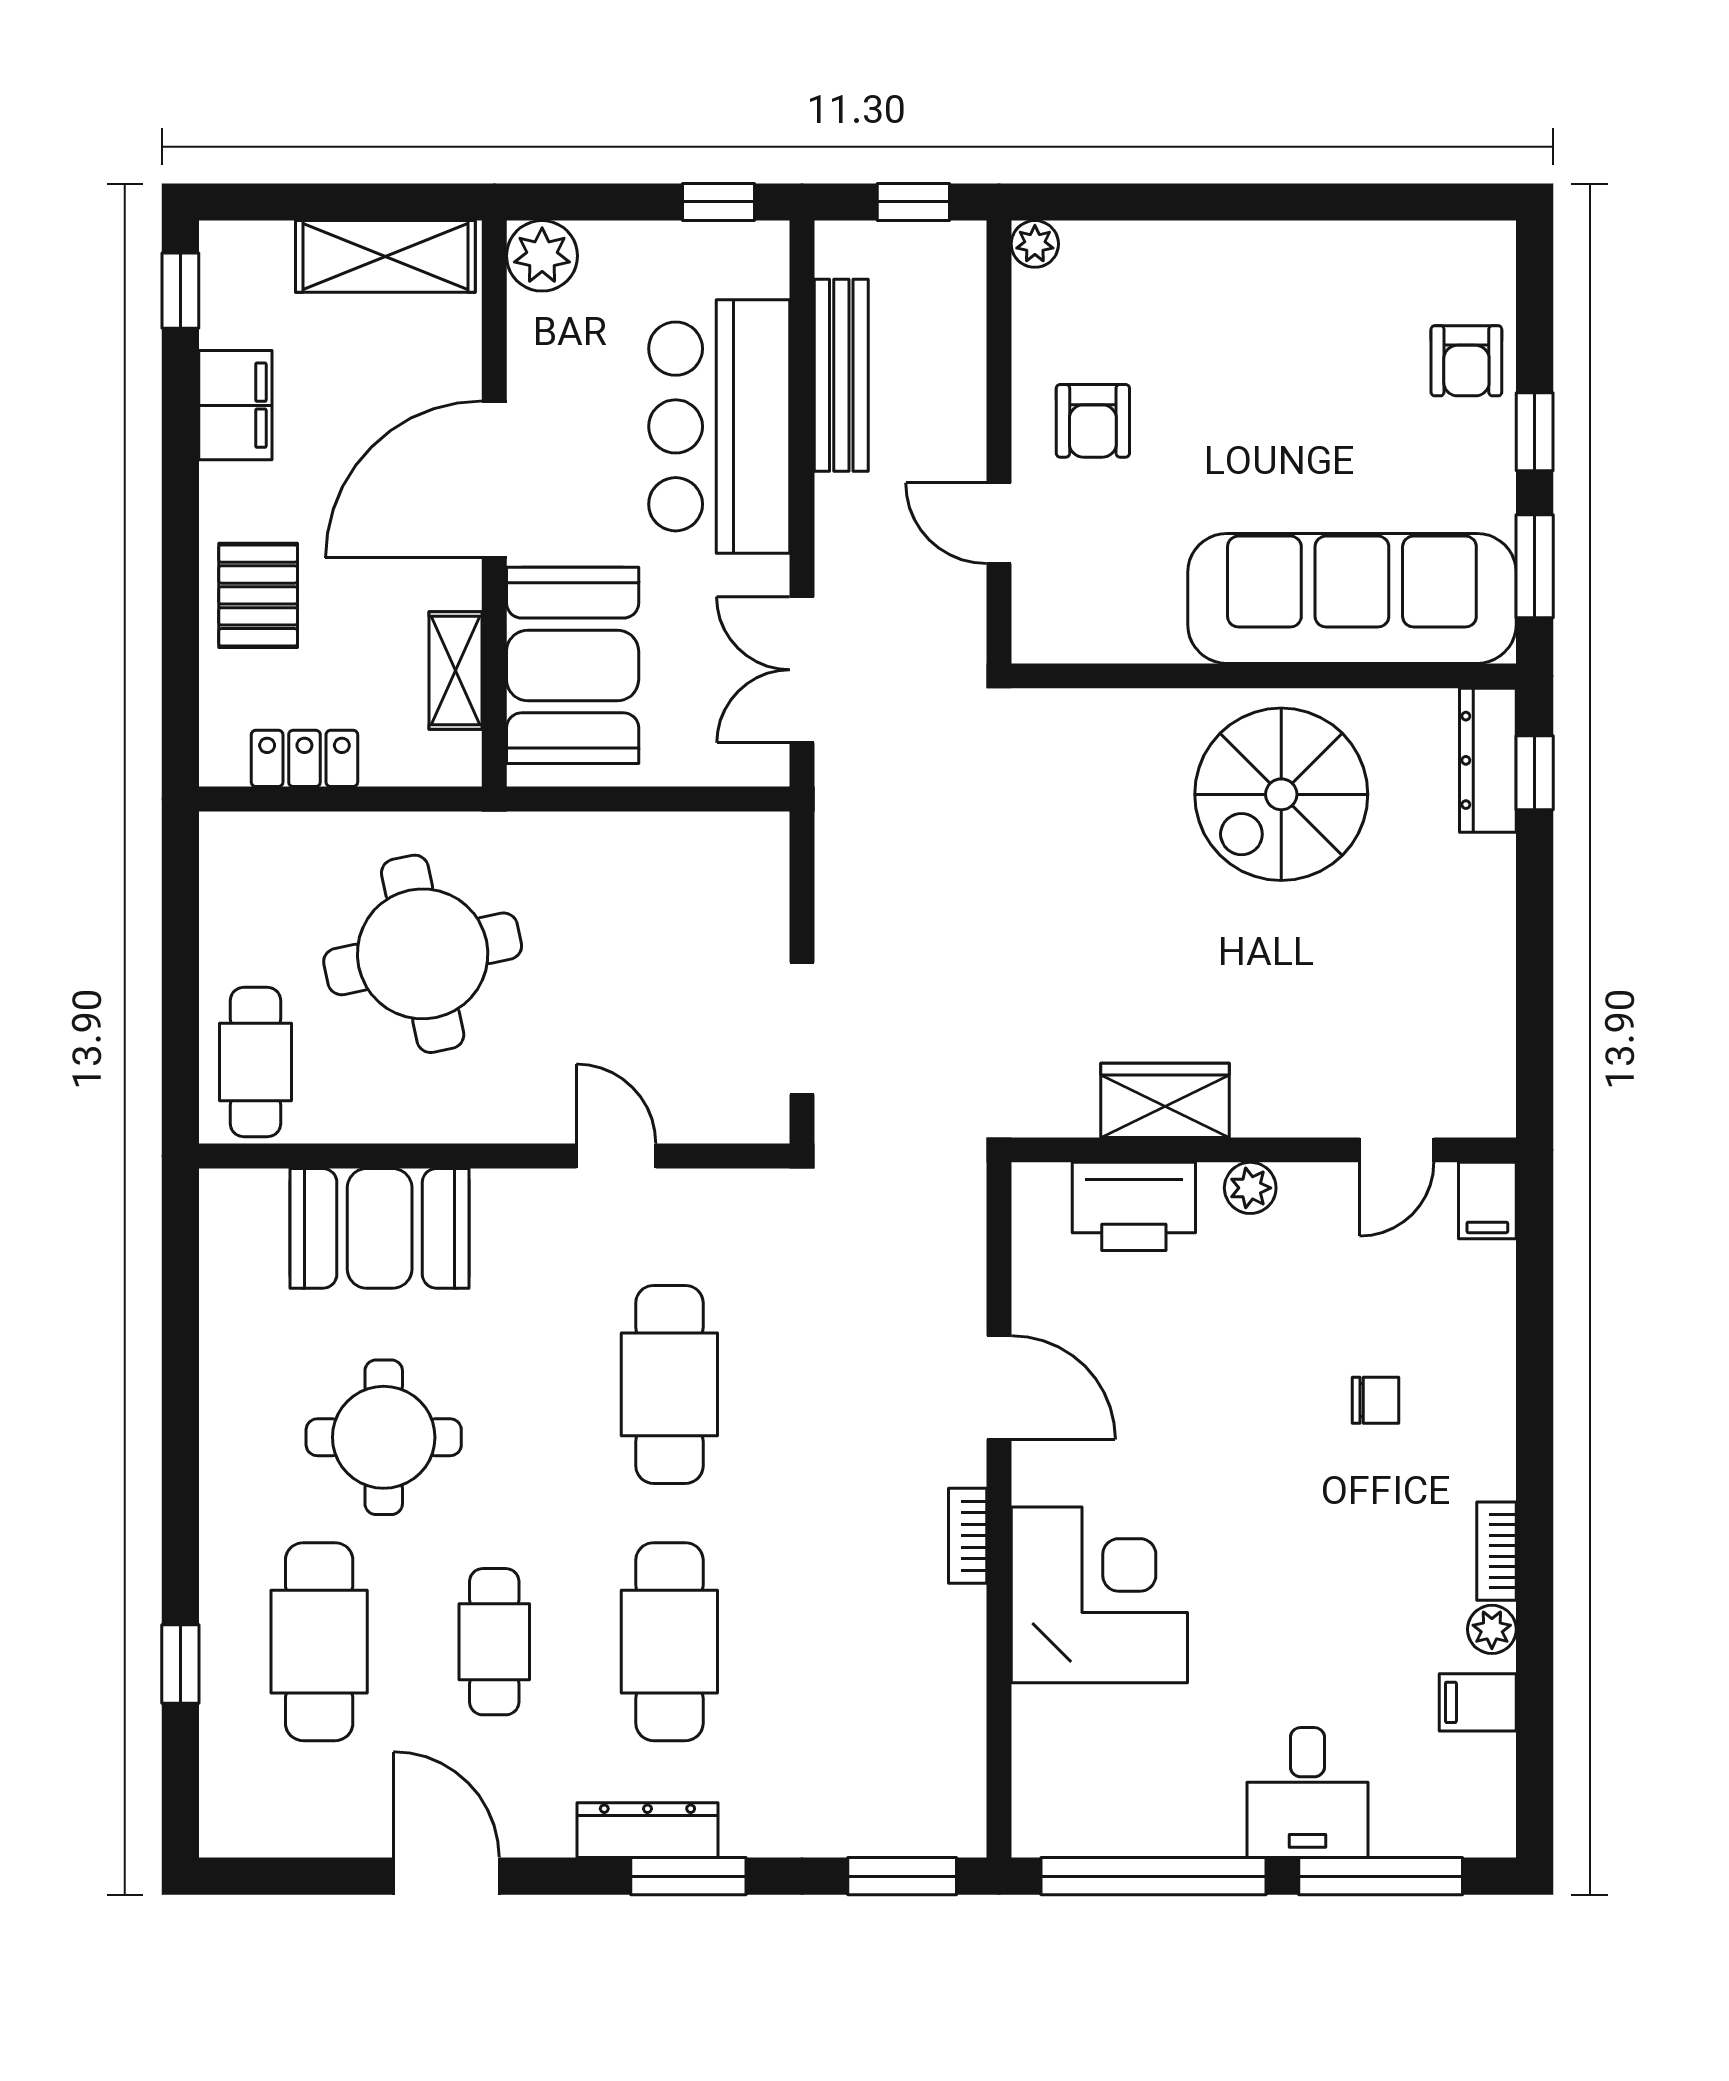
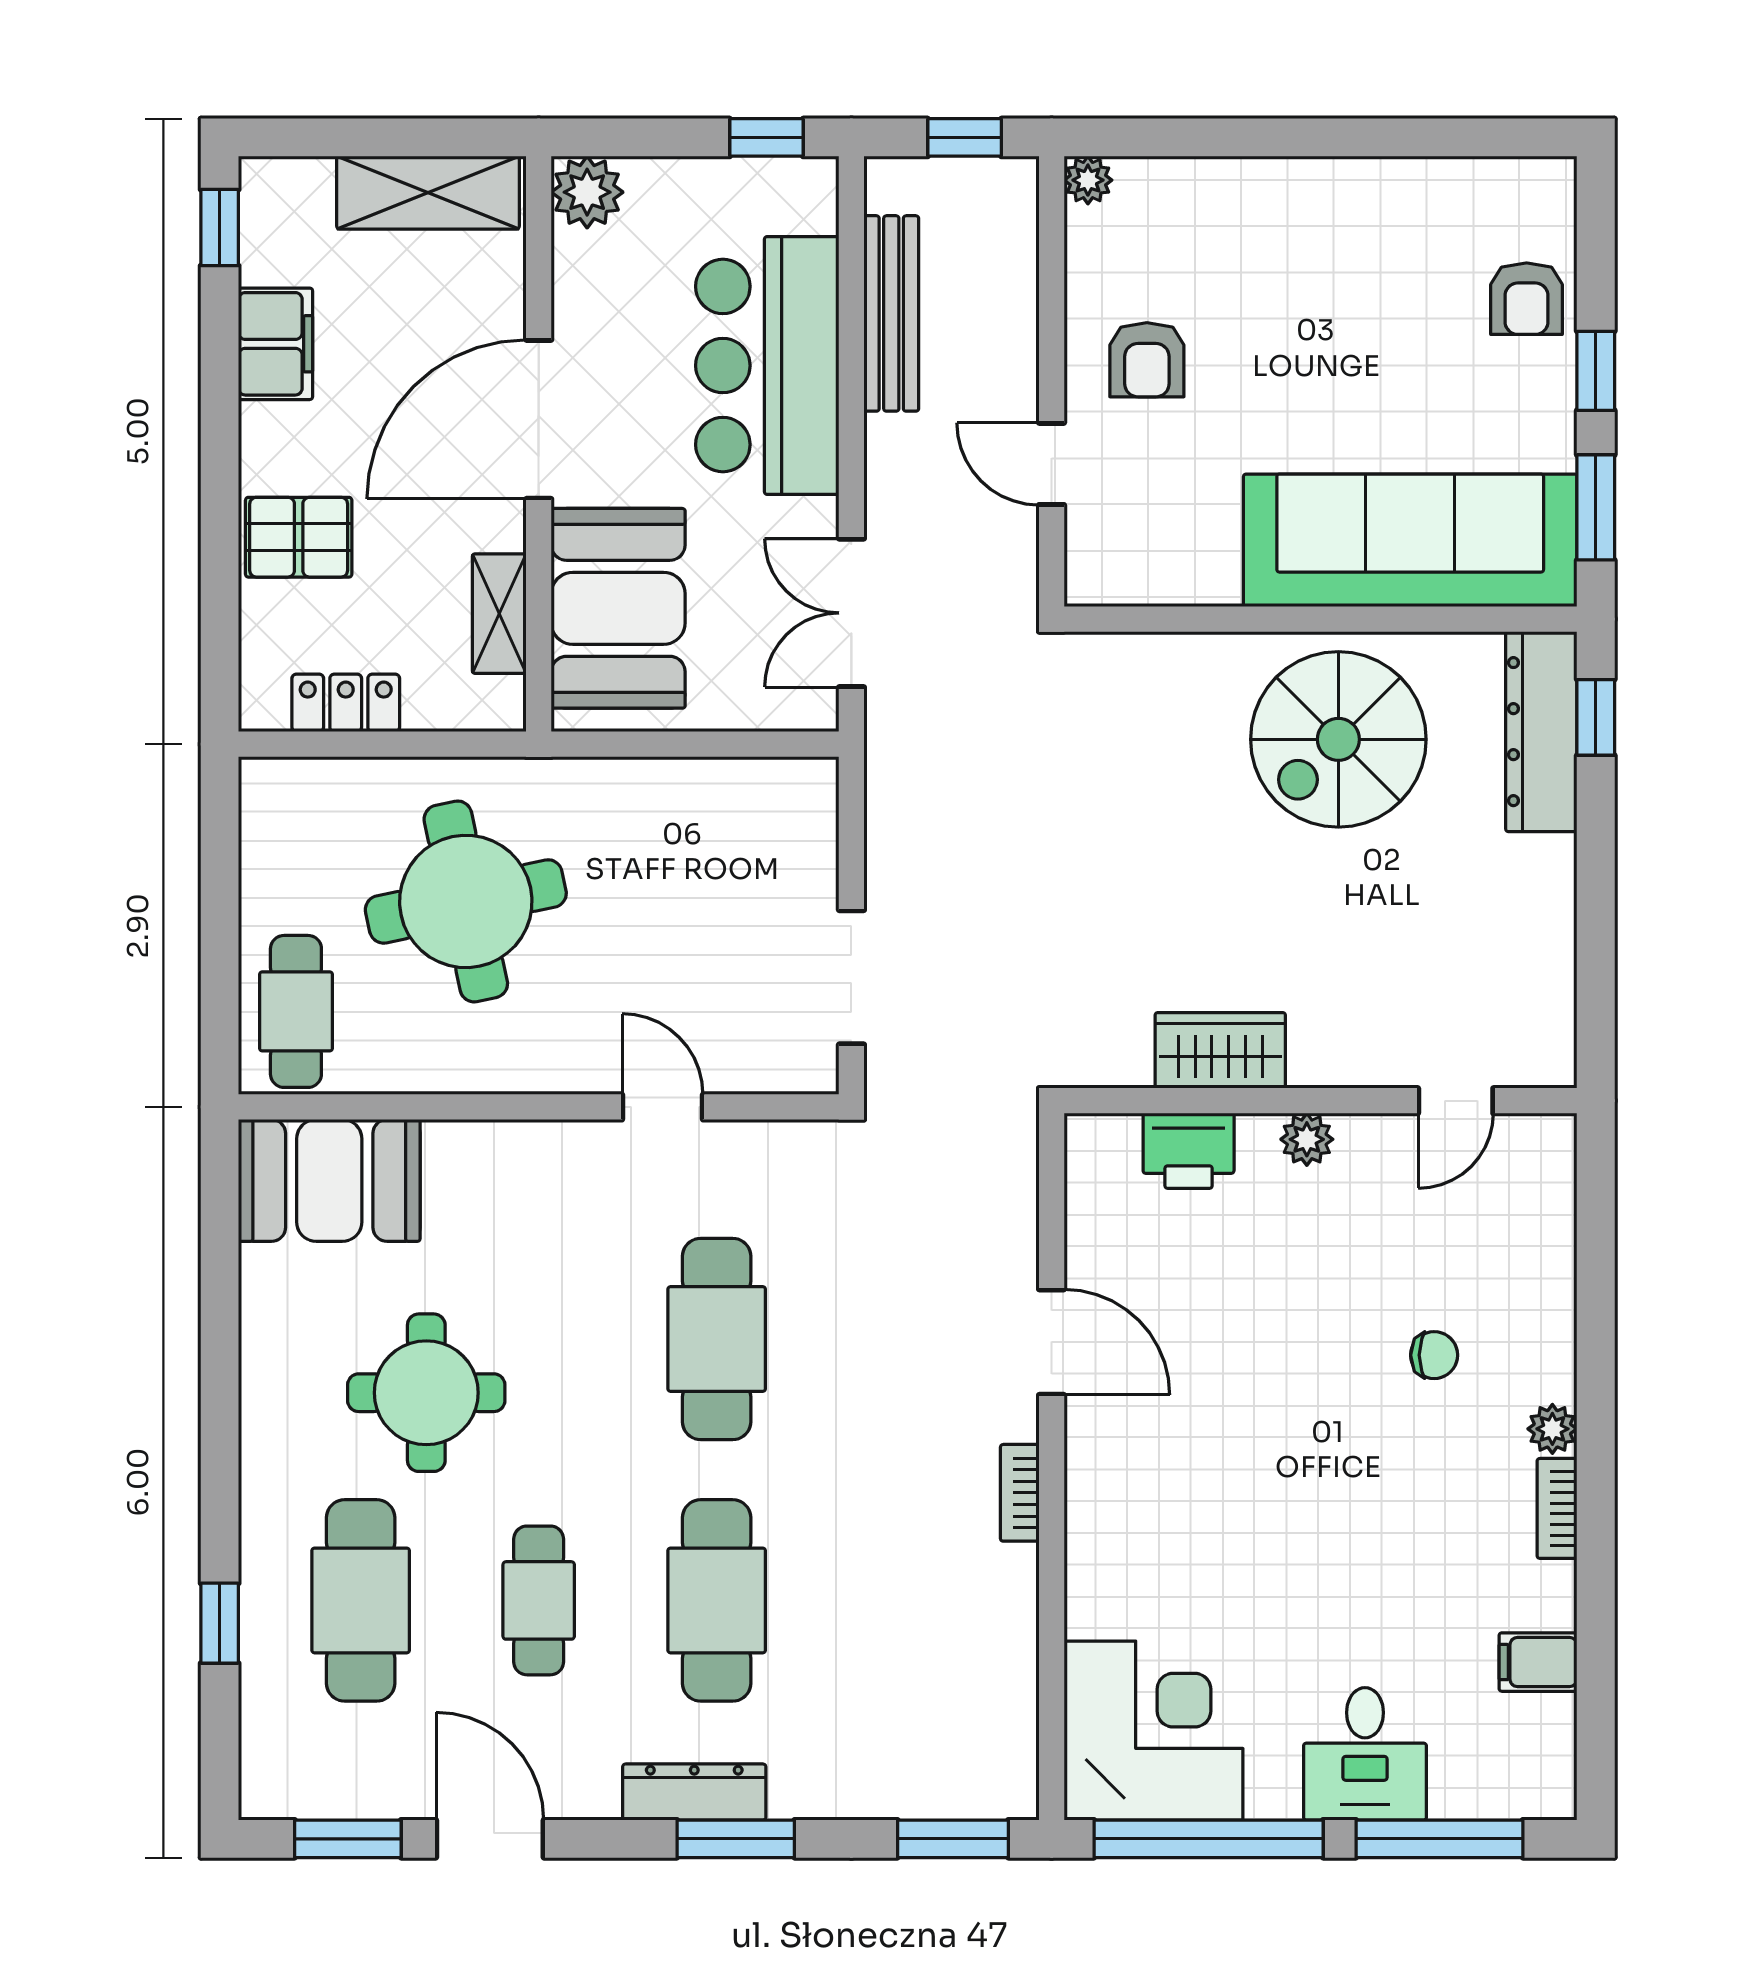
pallet: (258, 595) -> (299, 537), turned 90
dresser: (1488, 760) -> (1541, 732), width x1.37, depth x1.24
filing cabinet: (1487, 1201) -> (1548, 1152), removed
printer: (1134, 1206) -> (1189, 1151), width x0.73, depth x0.84
booth: (380, 1228) -> (329, 1180), moved
corner desk: (1099, 1595) -> (1154, 1731), moved
plant: (1492, 1629) -> (1552, 1429), moved
window: (307, 1876) -> (348, 1839), added

